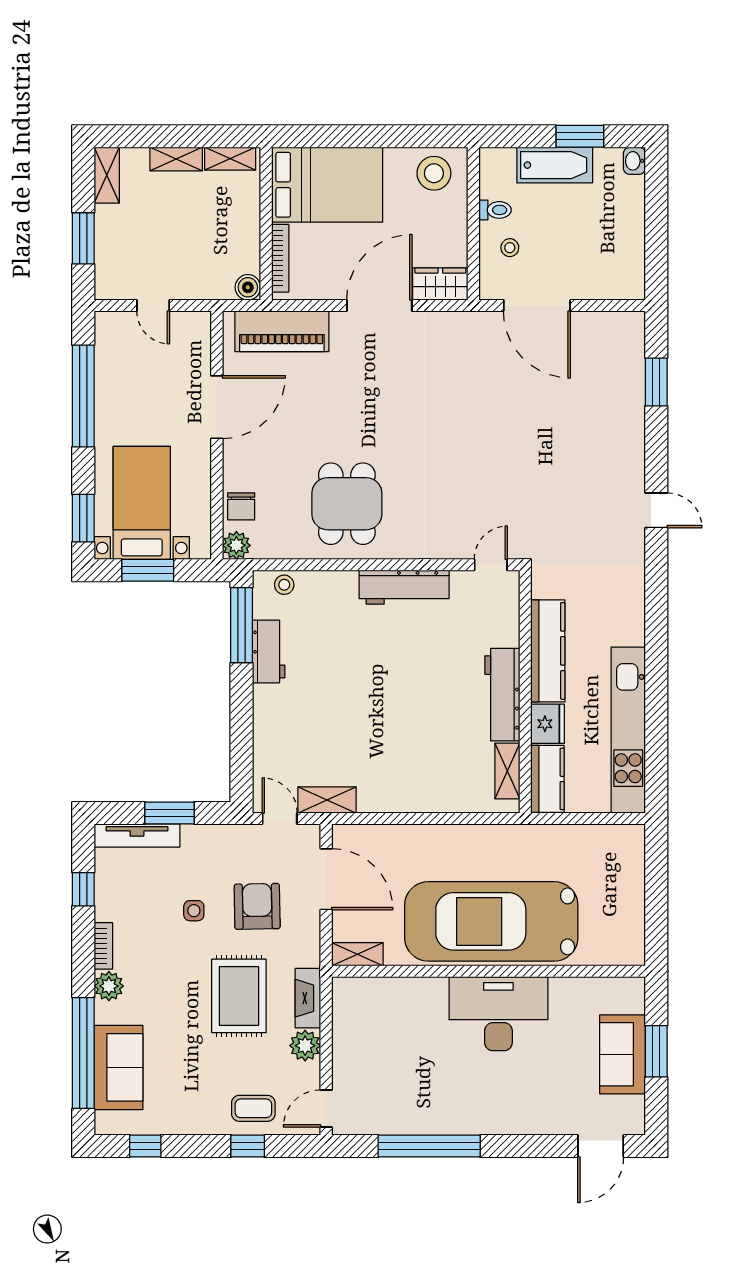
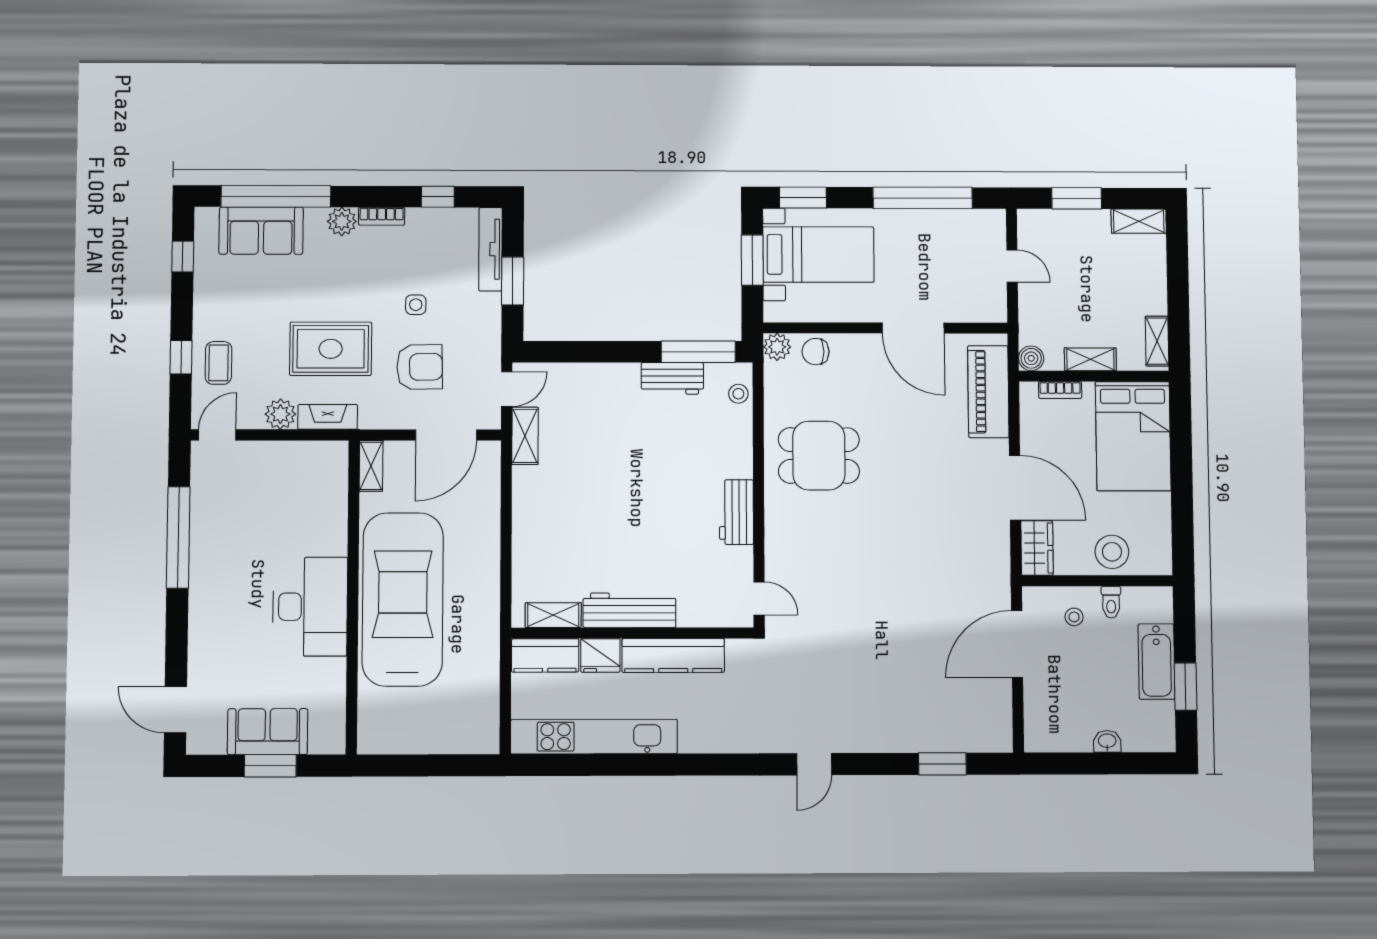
shelving: (176, 159) -> (1090, 359), moved, turned 90
washbasin: (634, 161) -> (1107, 741), moved
stool: (434, 173) -> (1112, 552), moved
bookcase: (280, 258) -> (1060, 390), width x0.64
door: (153, 305) -> (1012, 266), swing flipped
workbench: (404, 587) -> (736, 512), width x0.73
door: (326, 1109) -> (217, 435), hinge flipped

